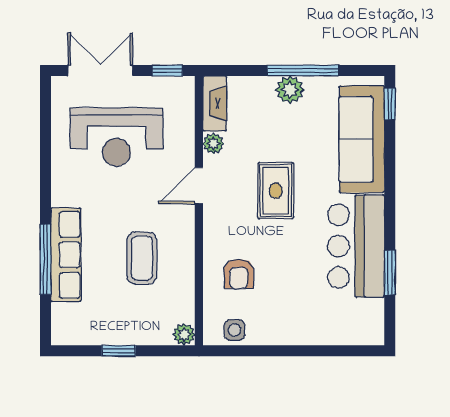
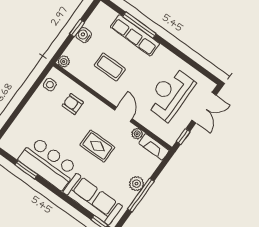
water cooler: (122, 333) -> (84, 35), added

